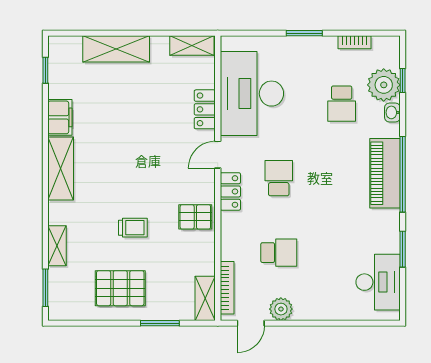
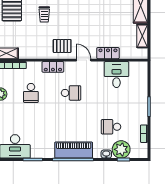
shelving: (192, 46) -> (142, 36), moved
desk: (252, 94) -> (116, 75), width x0.53, depth x0.77
locker: (230, 191) -> (53, 67), moved
pallet: (195, 217) -> (62, 46), moved, turned 90

